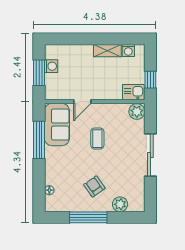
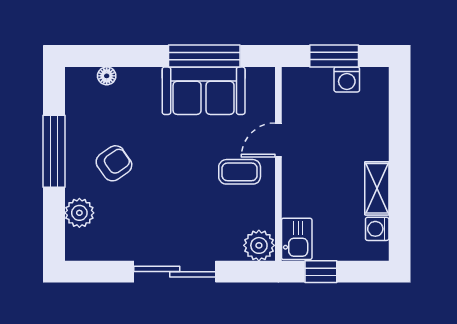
door: (82, 102) -> (278, 140), hinge flipped
sofa: (57, 125) -> (204, 91), moved
coffee table: (97, 139) -> (240, 172), moved

